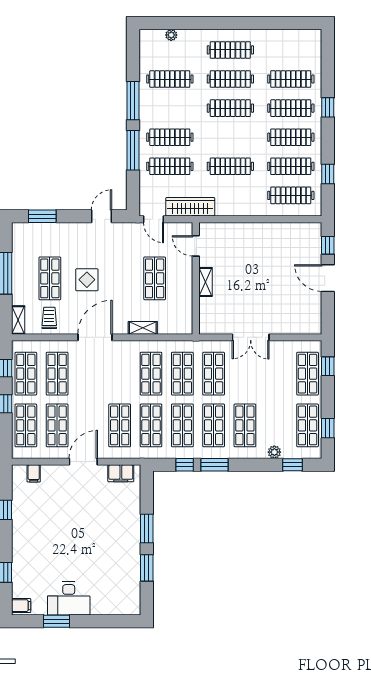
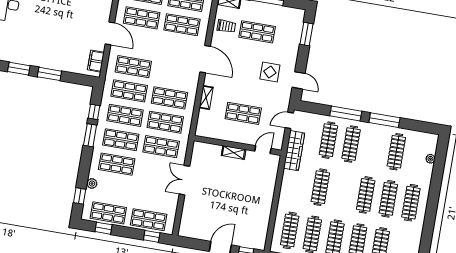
display table: (87, 280) -> (270, 72), moved

